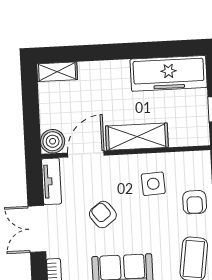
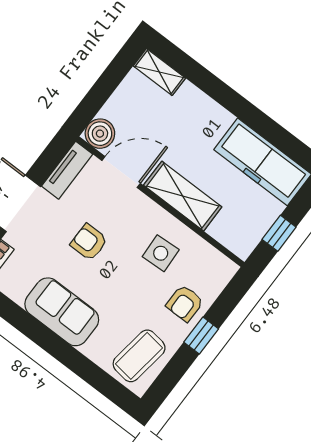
armchair: (103, 215) -> (89, 242), turned -53

